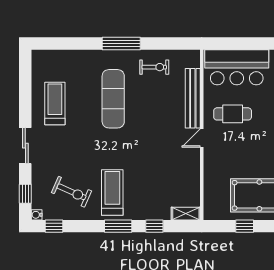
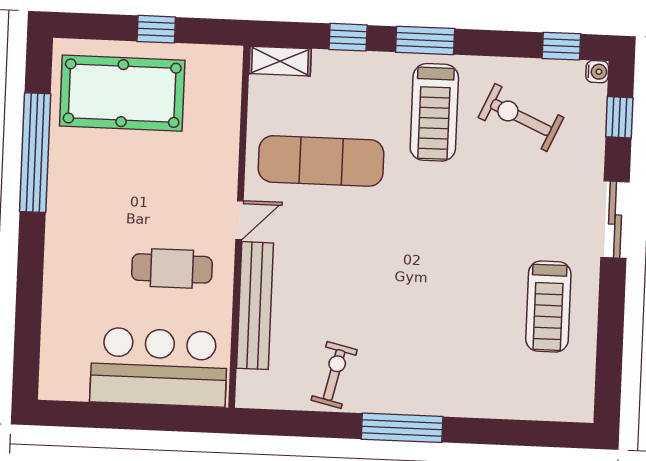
exercise bike: (154, 67) -> (334, 375), turned 103
exercise mat: (113, 99) -> (321, 161), moved, turned 90

